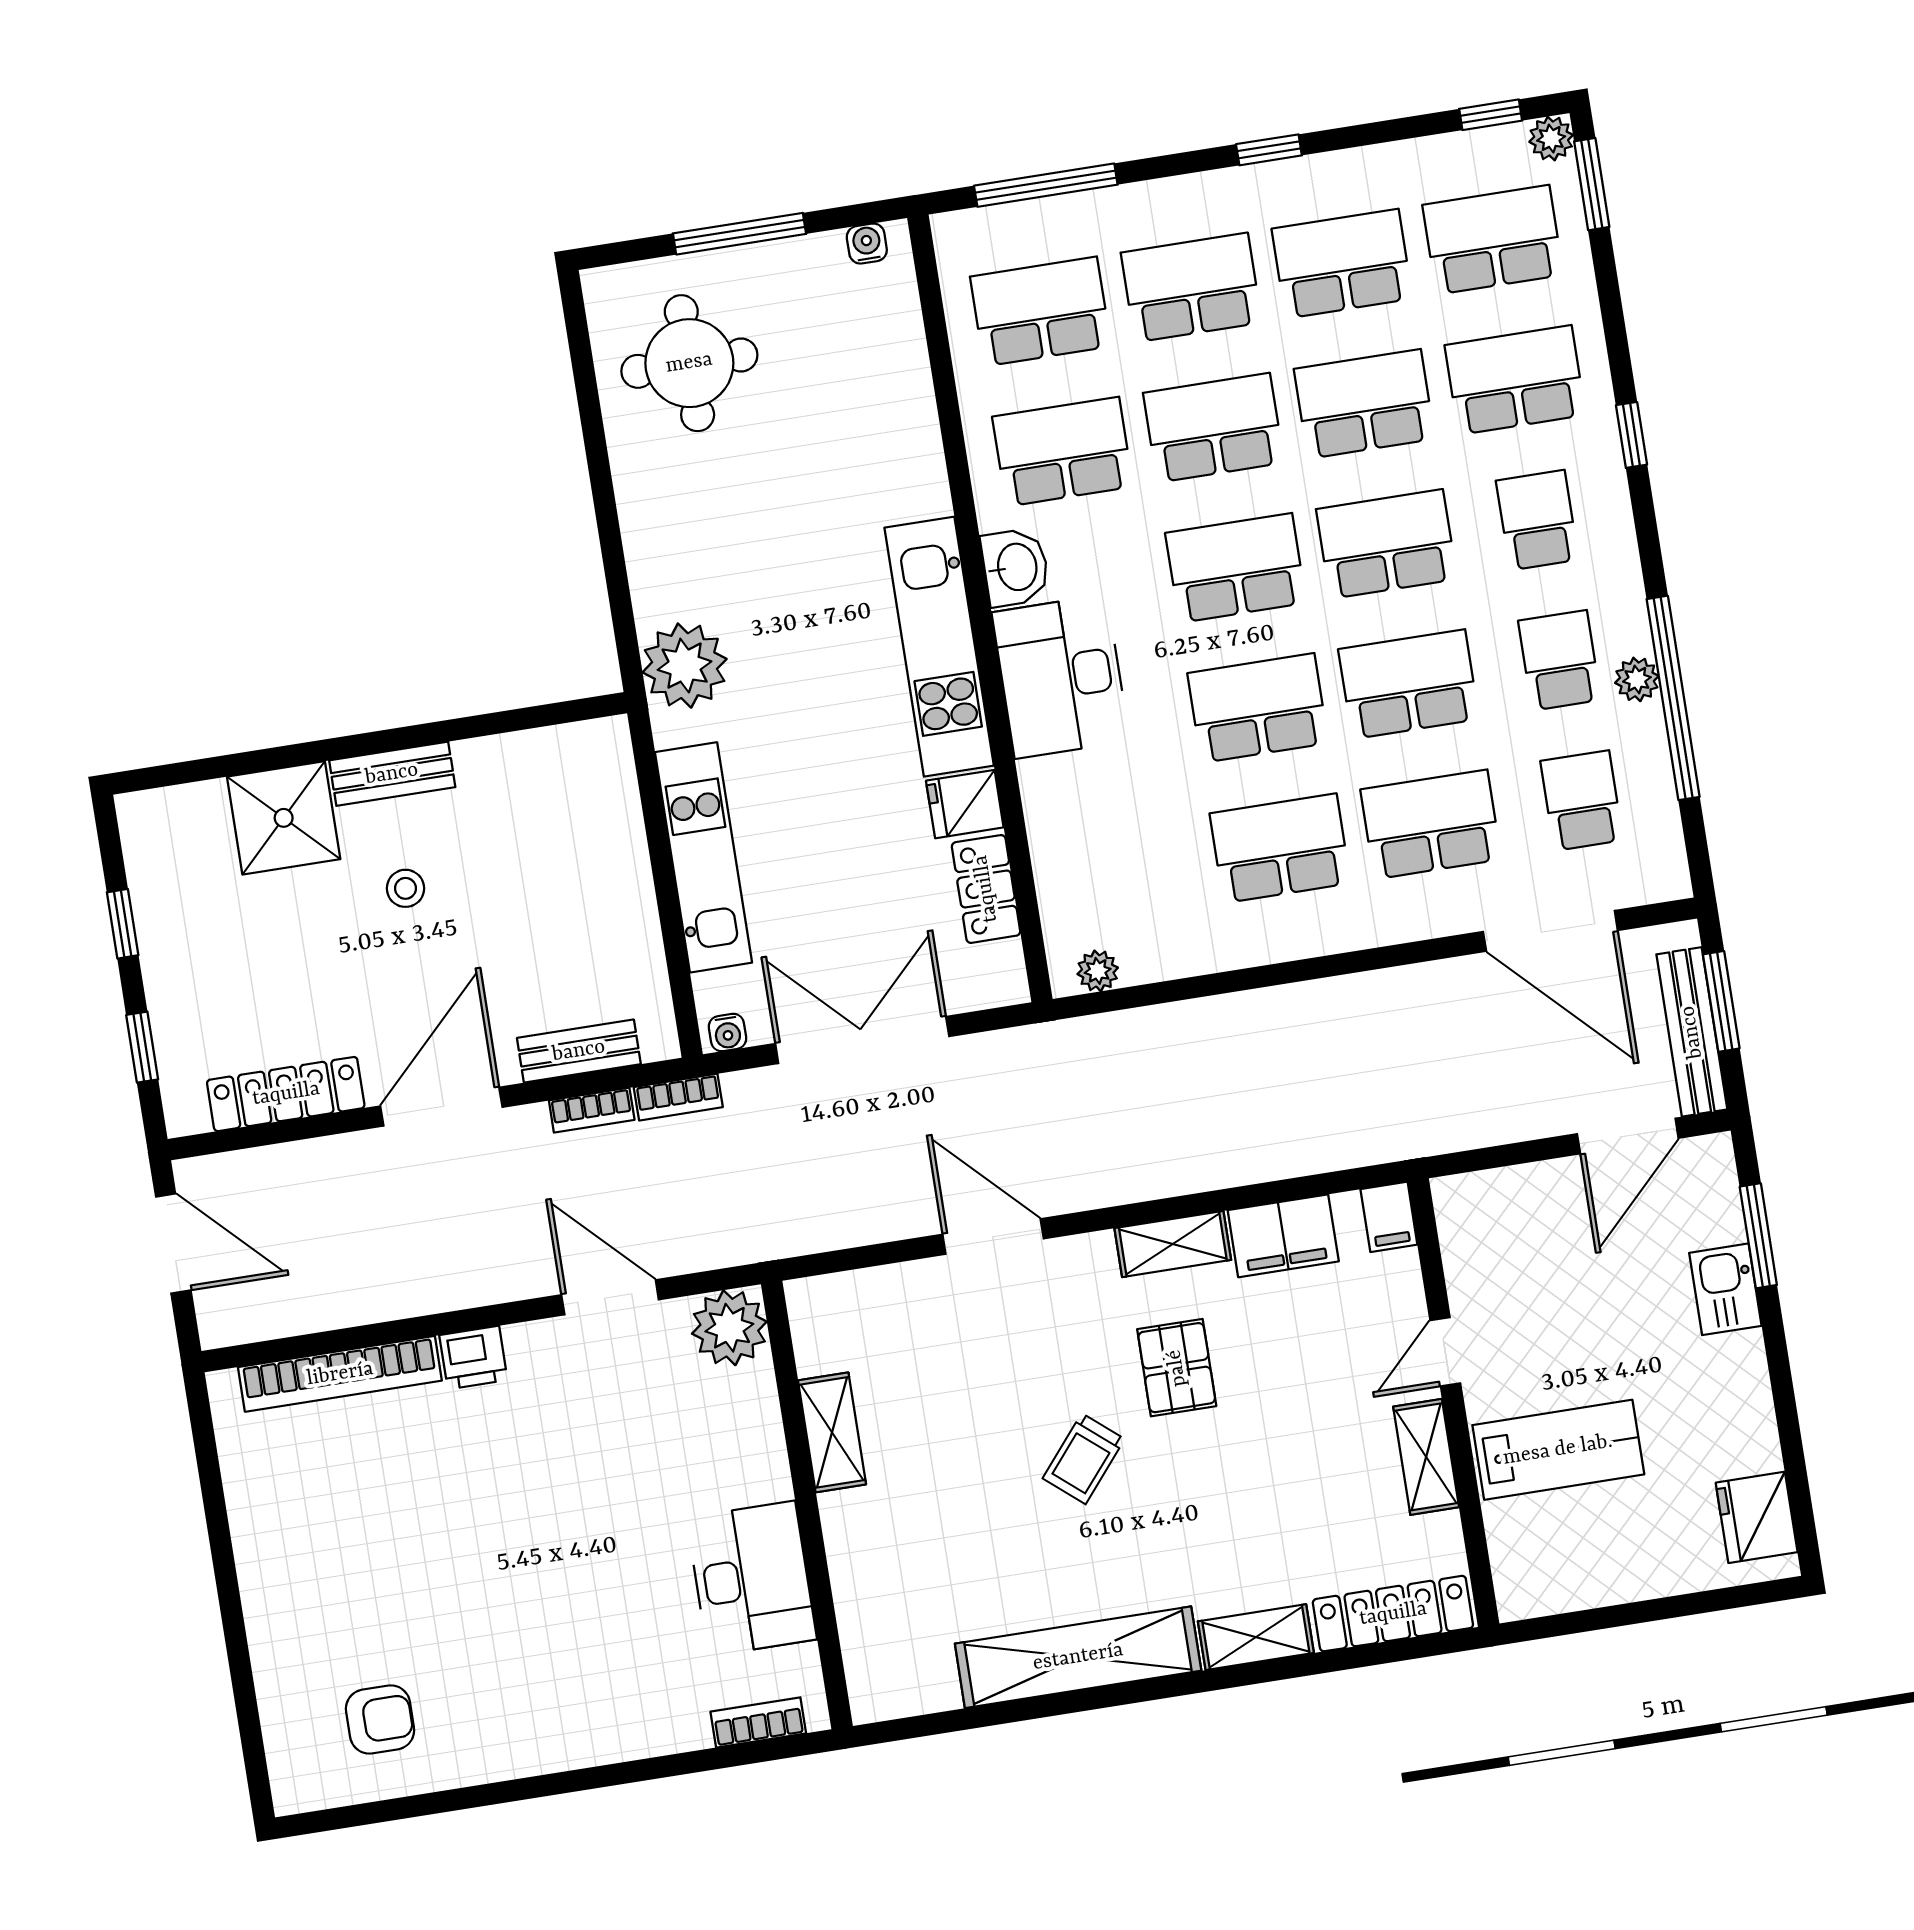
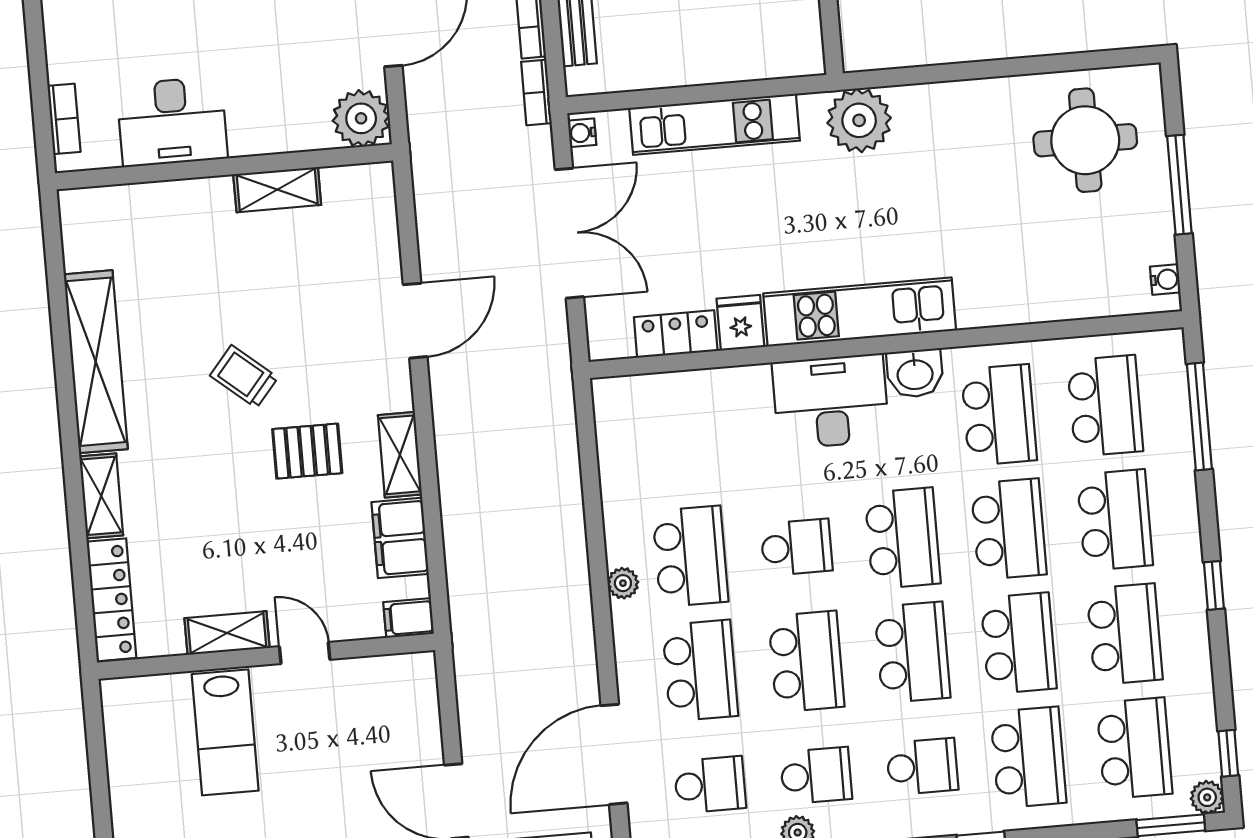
school desk: (1258, 708) -> (797, 547), width x0.54
plant: (1098, 971) -> (623, 583), moved

